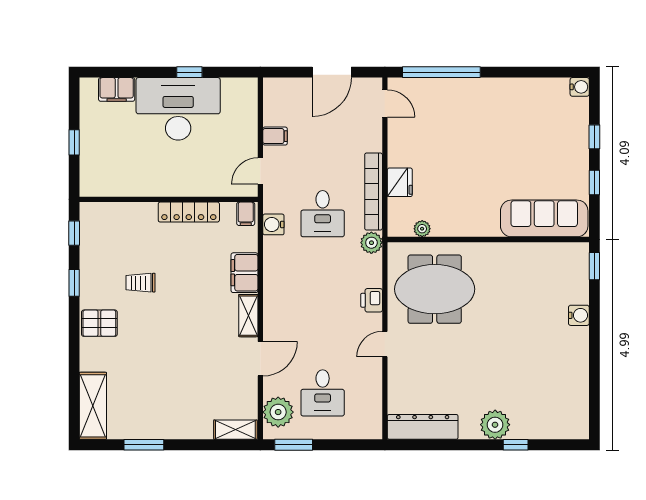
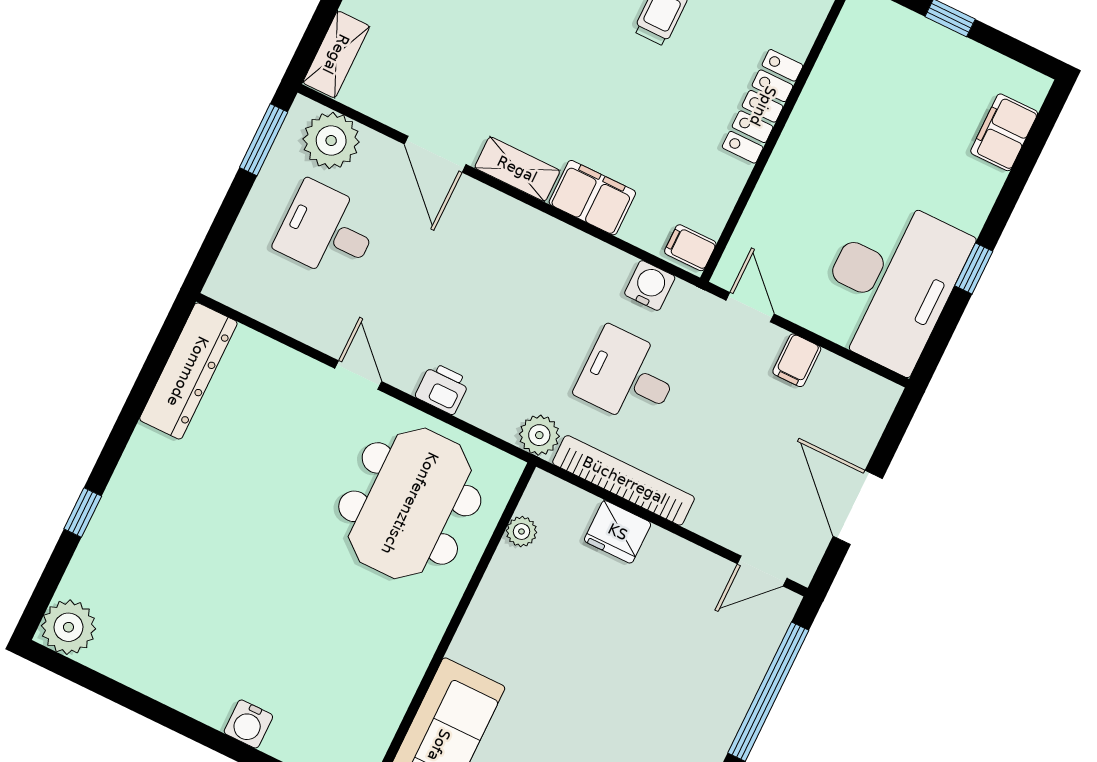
desk: (178, 109) -> (891, 283), moved
locker: (189, 212) -> (763, 106), moved
plant: (495, 425) -> (68, 627), moved

